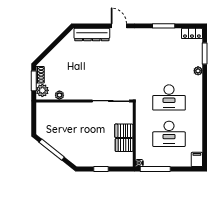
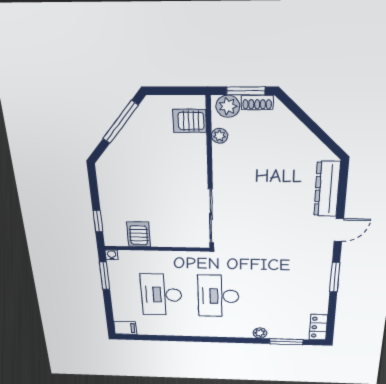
window: (164, 26) -> (335, 277), moved
server rack: (124, 131) -> (190, 121), moved, turned -90
window: (101, 169) -> (98, 221), moved
window: (155, 169) -> (105, 276), width x0.69

